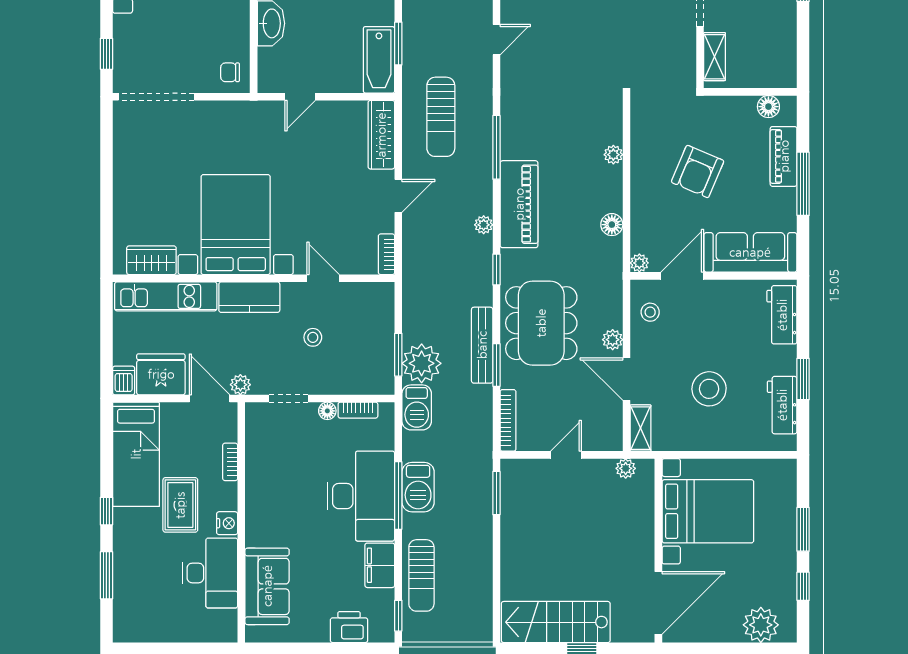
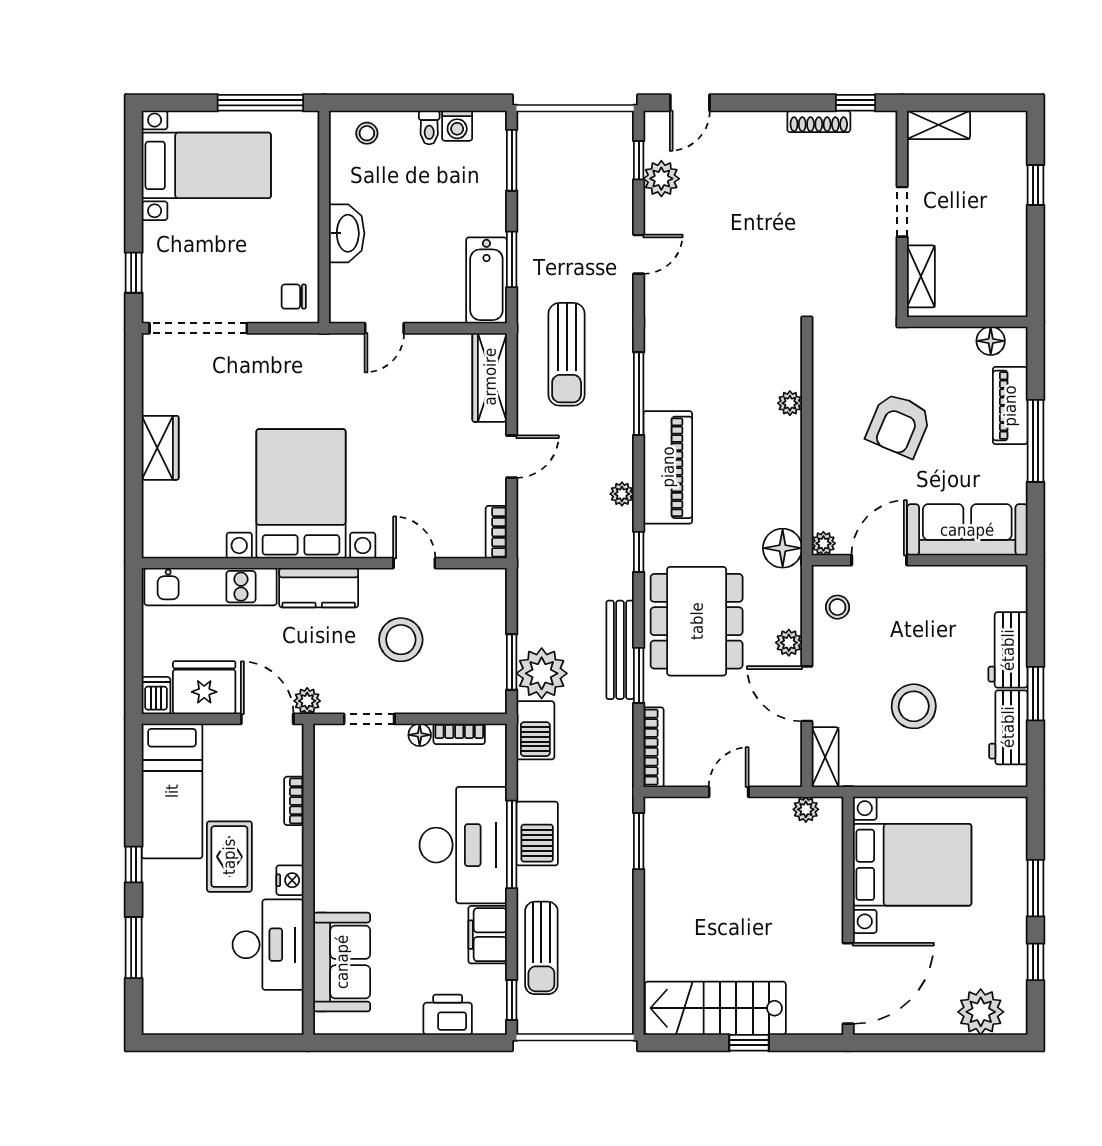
floor lamp: (612, 225) -> (783, 548), moved, width x1.38, depth x1.38
wardrobe: (151, 260) -> (160, 448), moved, turned 90
workbench: (782, 315) -> (1008, 650), moved
stool: (313, 337) -> (401, 640), width x1.89, depth x1.89

